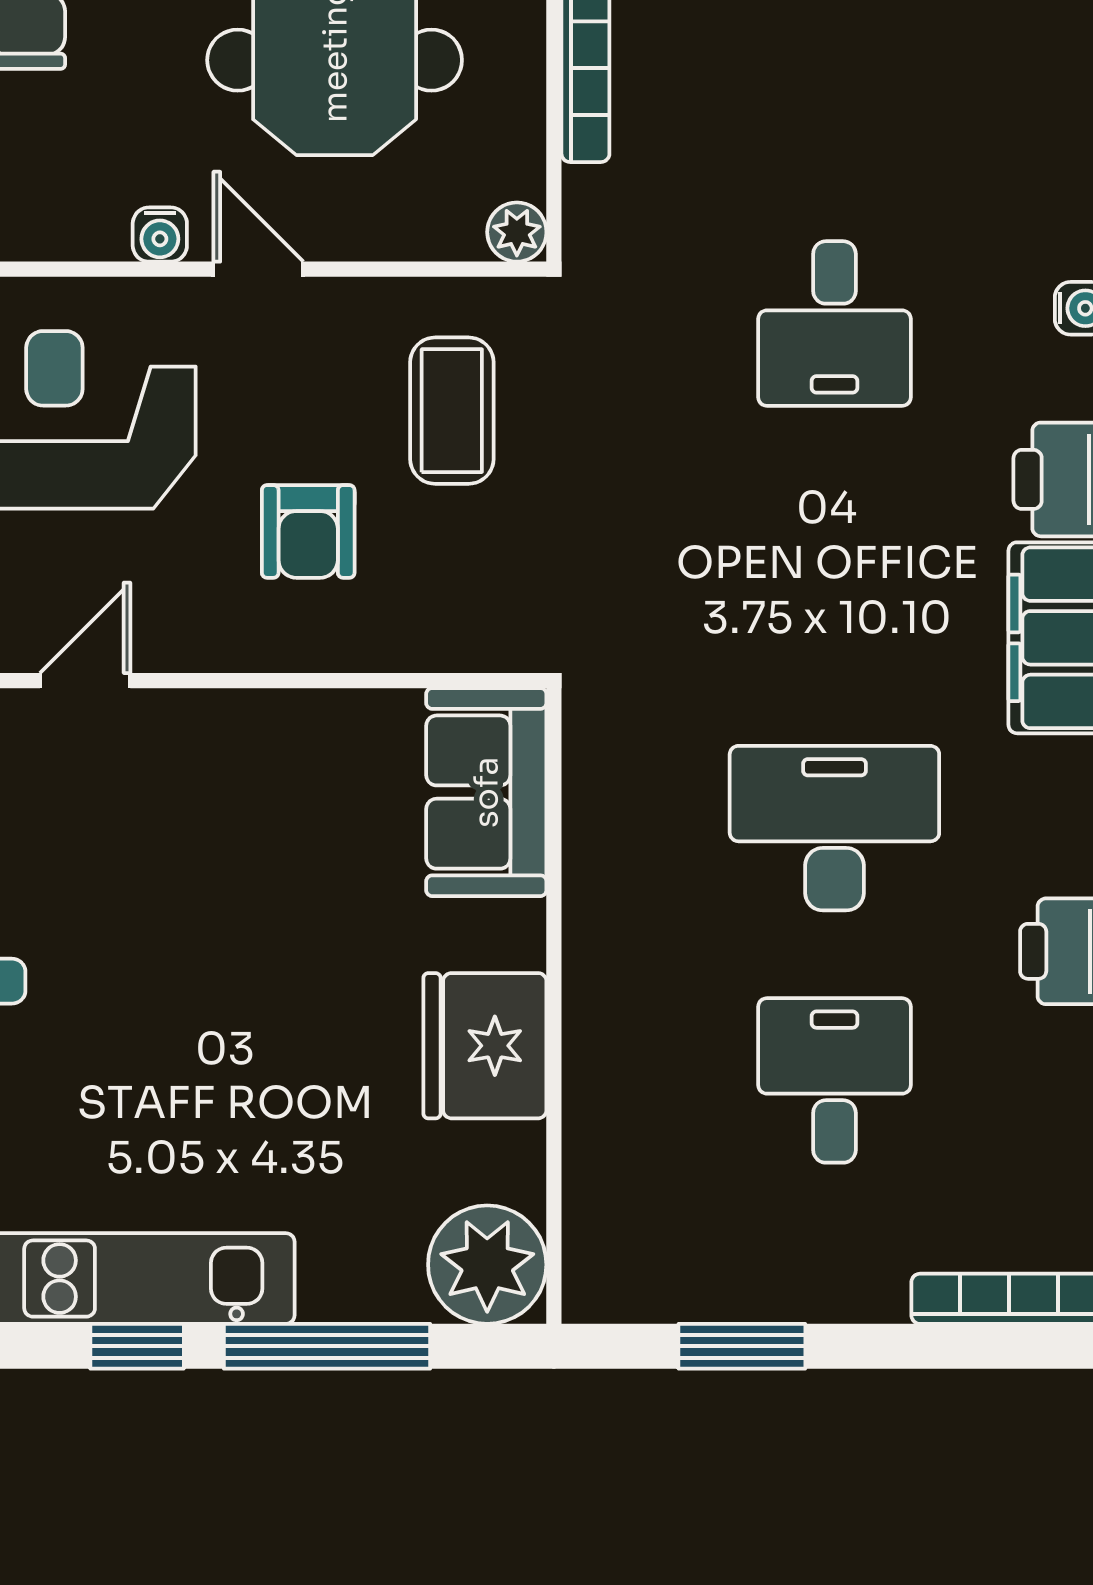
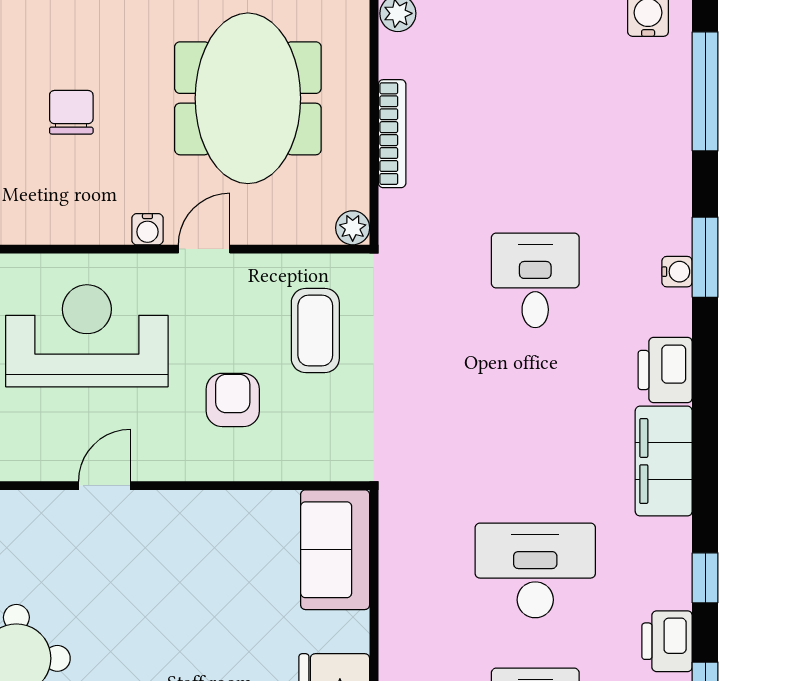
door: (258, 269) -> (204, 249), hinge flipped
desk: (834, 323) -> (535, 280), turned 180
armchair: (308, 531) -> (233, 400), turned 180

